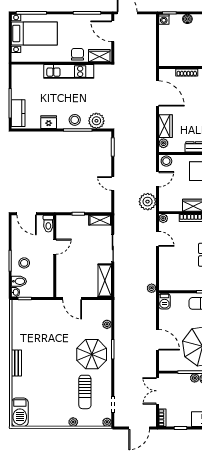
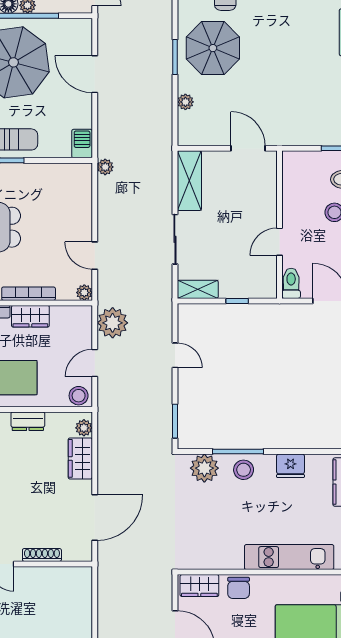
kitchen unit: (69, 71) -> (289, 557), moved
door: (157, 93) -> (95, 518), swing flipped

